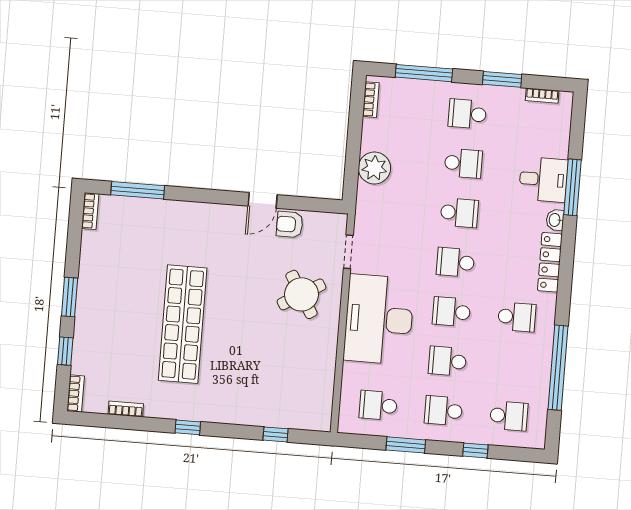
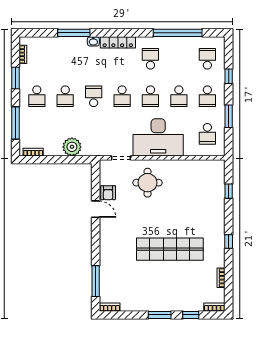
school desk: (463, 163) -> (65, 96), turned 180
desk: (543, 179) -> (71, 50), removed
round table: (301, 294) -> (148, 183), turned 31

